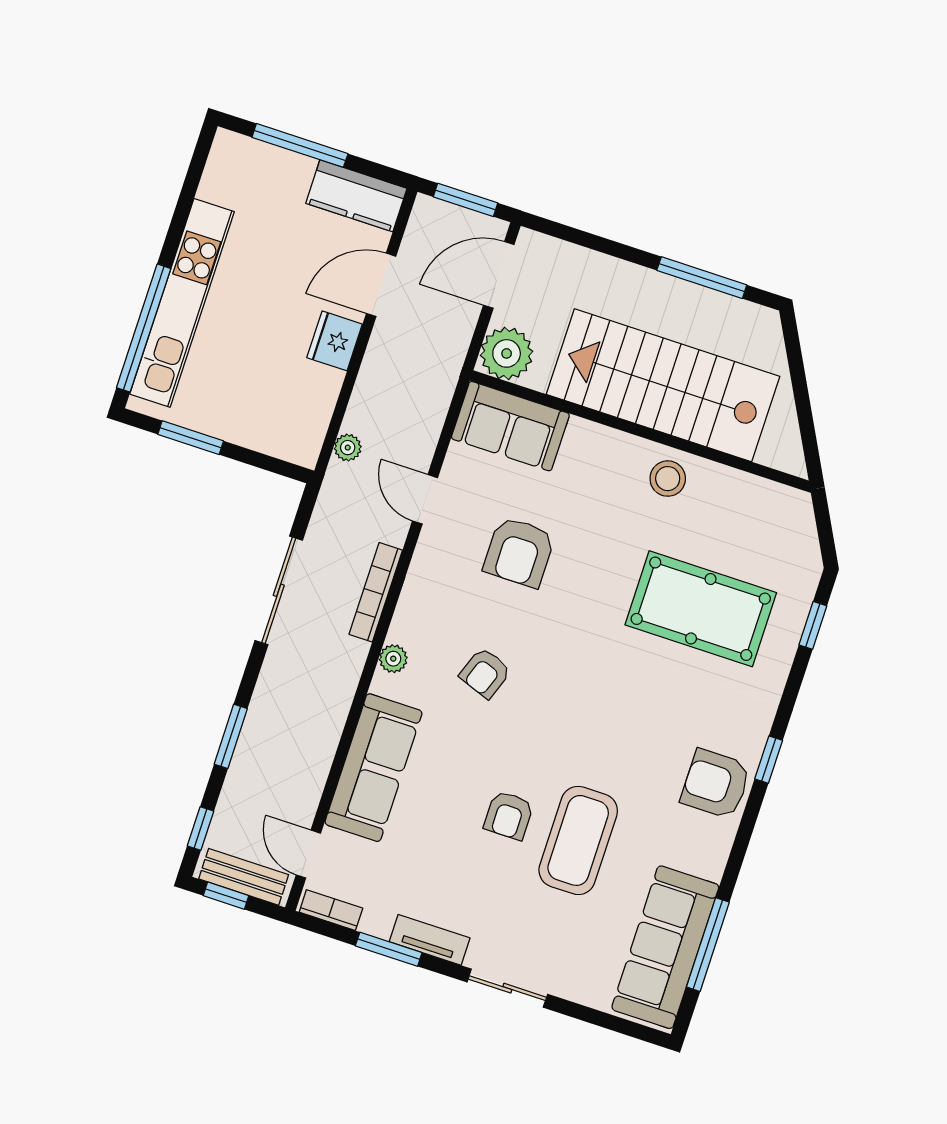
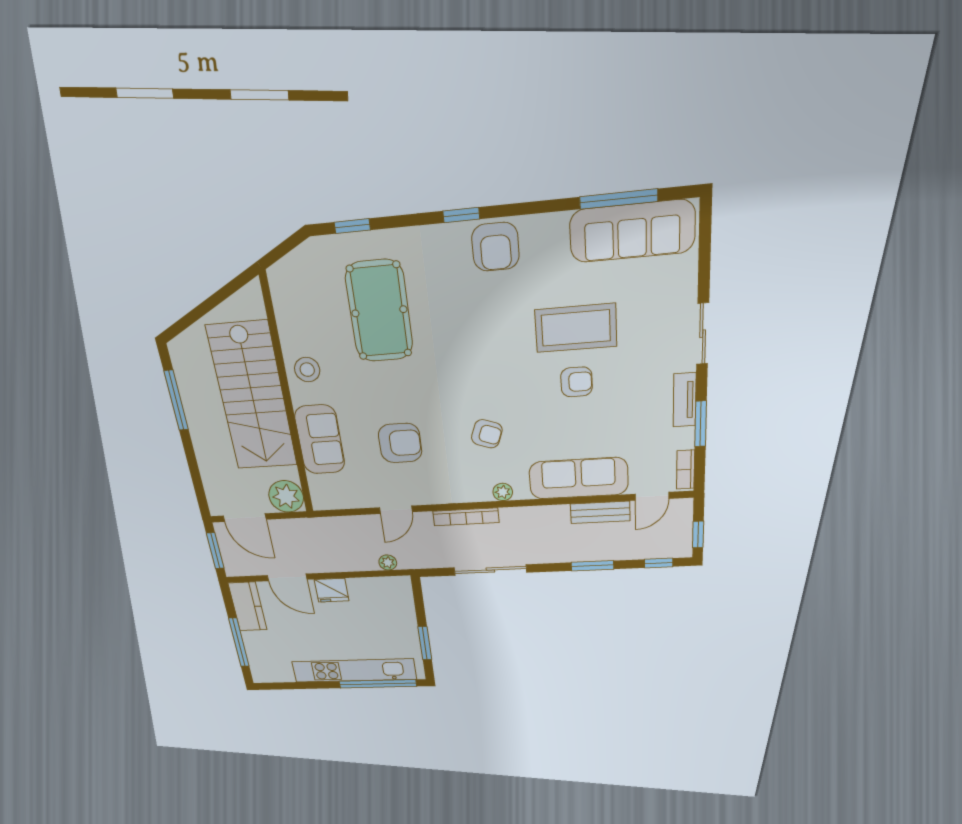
sofa: (510, 426) -> (320, 440), moved
bench: (244, 877) -> (600, 512), moved, turned 90

